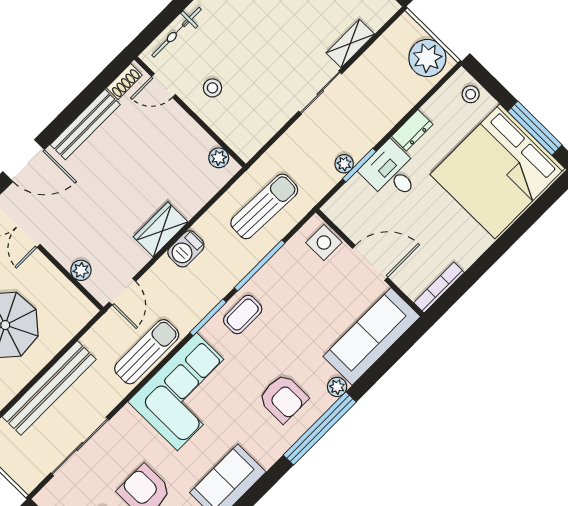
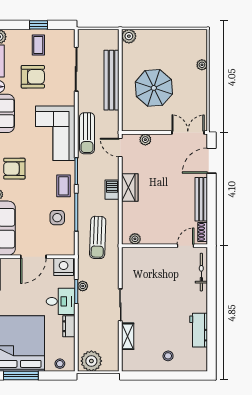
stool: (212, 88) -> (165, 264), removed
nightstand: (344, 212) -> (64, 267), added
side table: (324, 243) -> (57, 218), moved

